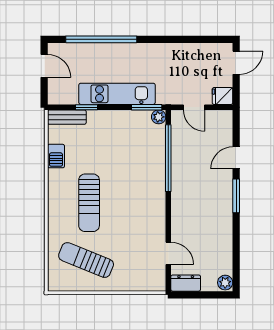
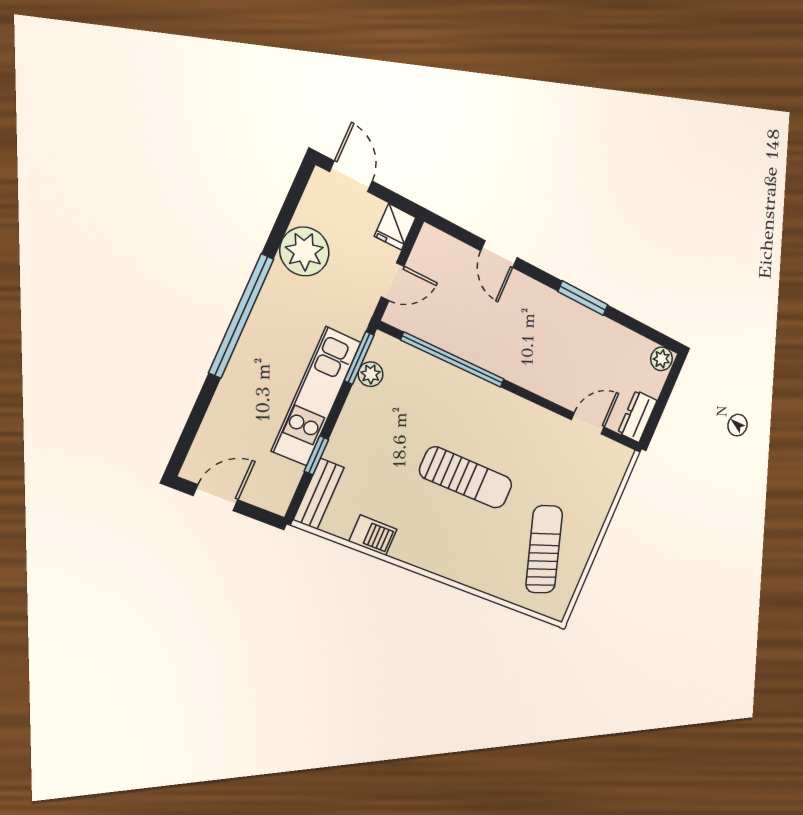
window: (101, 39) -> (241, 316), moved
plant: (187, 56) -> (304, 251), added
plant: (159, 117) -> (371, 374), moved
window: (236, 196) -> (583, 298), moved
sun lounger: (89, 203) -> (466, 478), moved
sun lounger: (86, 260) -> (544, 549), turned 139

